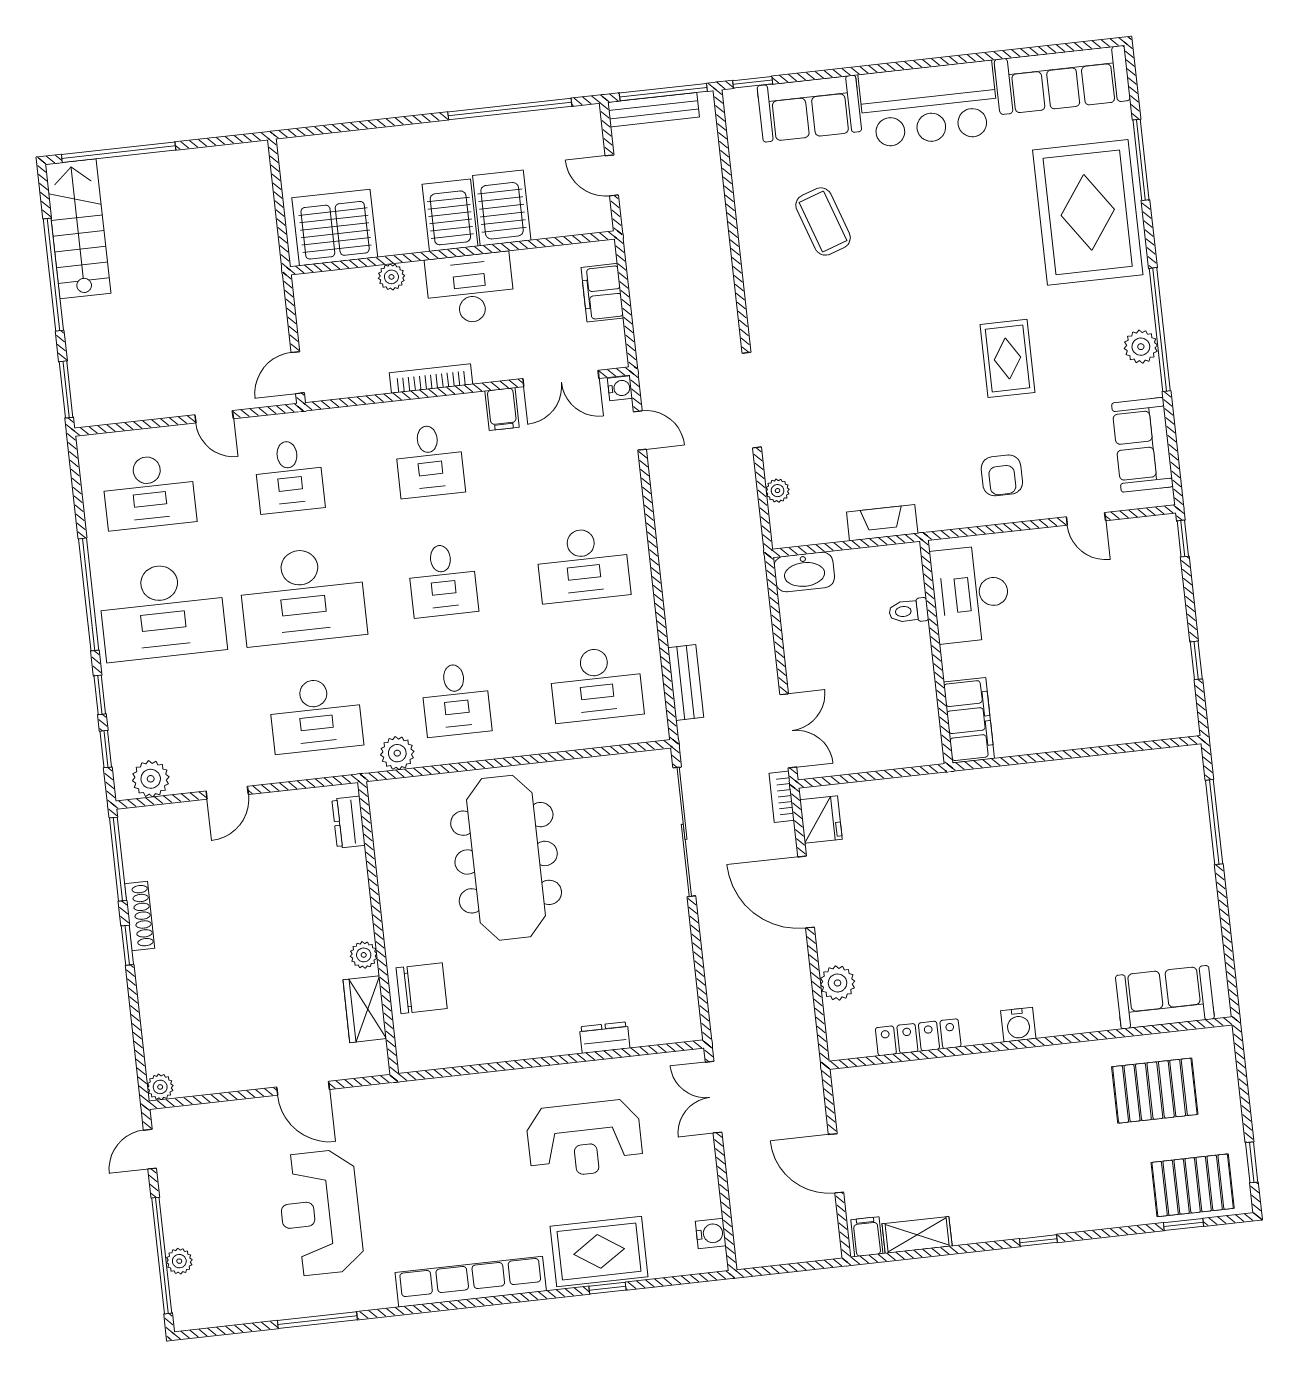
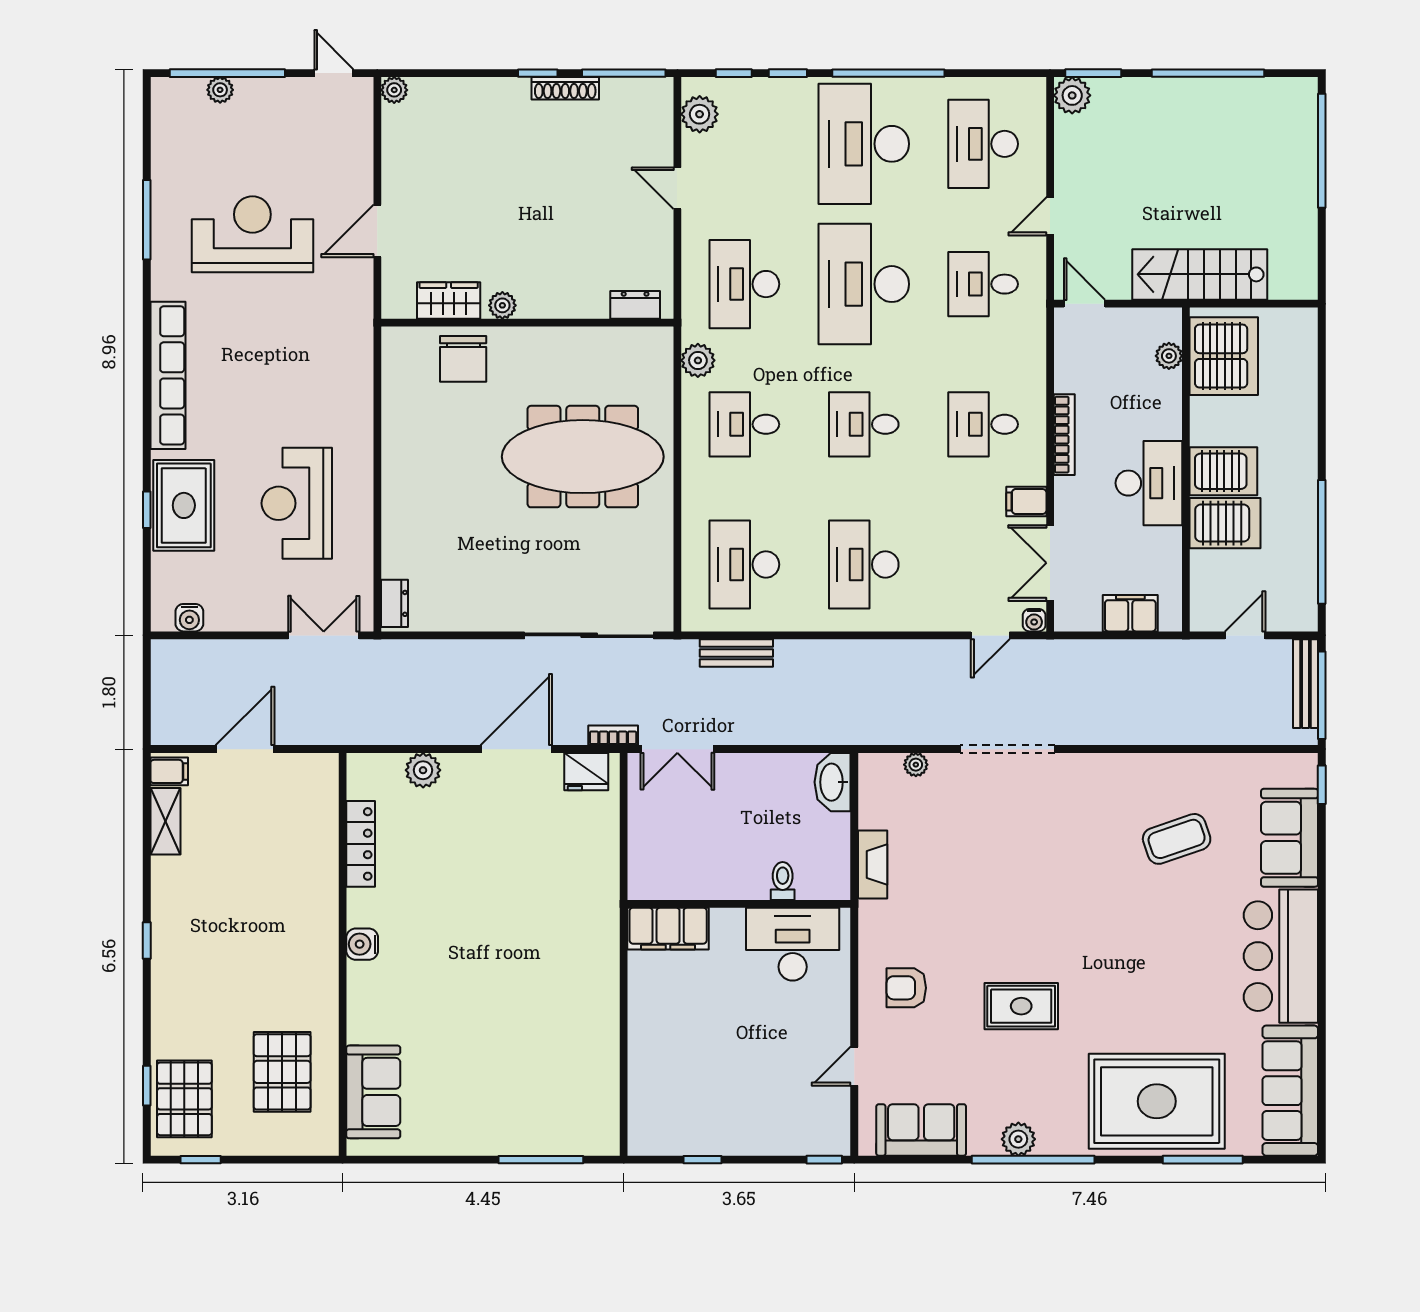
stairs: (78, 229) -> (1200, 274), moved, turned 180
plant: (391, 277) -> (1169, 356), moved
plant: (91, 408) -> (1072, 95), added
dresser: (605, 1038) -> (394, 603), moved

